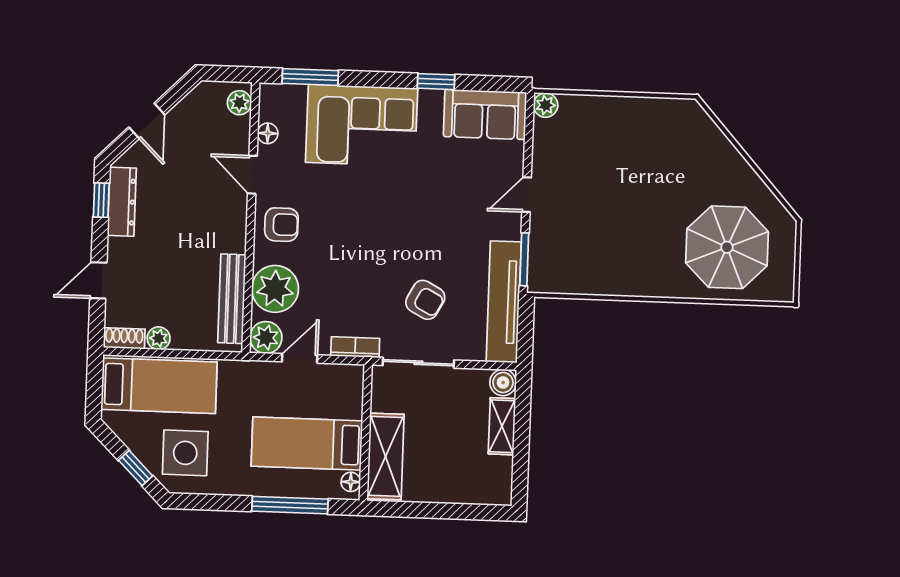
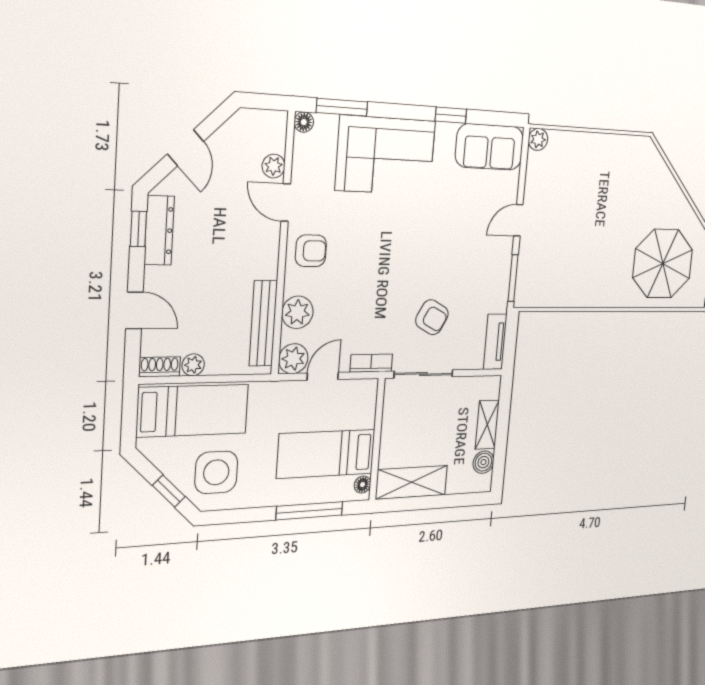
plant: (239, 103) -> (274, 166), moved
floor lamp: (268, 133) -> (304, 122), moved
door: (98, 280) -> (134, 310), swing flipped
plant: (275, 289) -> (297, 312), width x0.73, depth x0.73
tv unit: (504, 302) -> (495, 342), width x0.52, depth x0.78
boiler: (503, 383) -> (483, 462), moved
shelving: (386, 456) -> (412, 482), moved, turned 90

